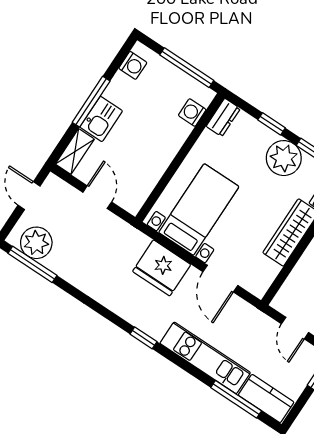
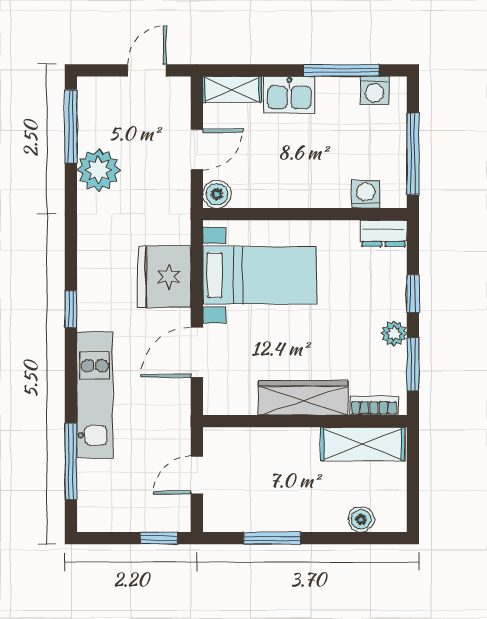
window: (91, 102) -> (341, 70), moved
plant: (284, 158) -> (394, 333), width x0.53, depth x0.53
boiler: (132, 203) -> (217, 194), added
plant: (36, 243) -> (99, 170), moved
kitchen counter: (266, 399) -> (94, 495), removed

